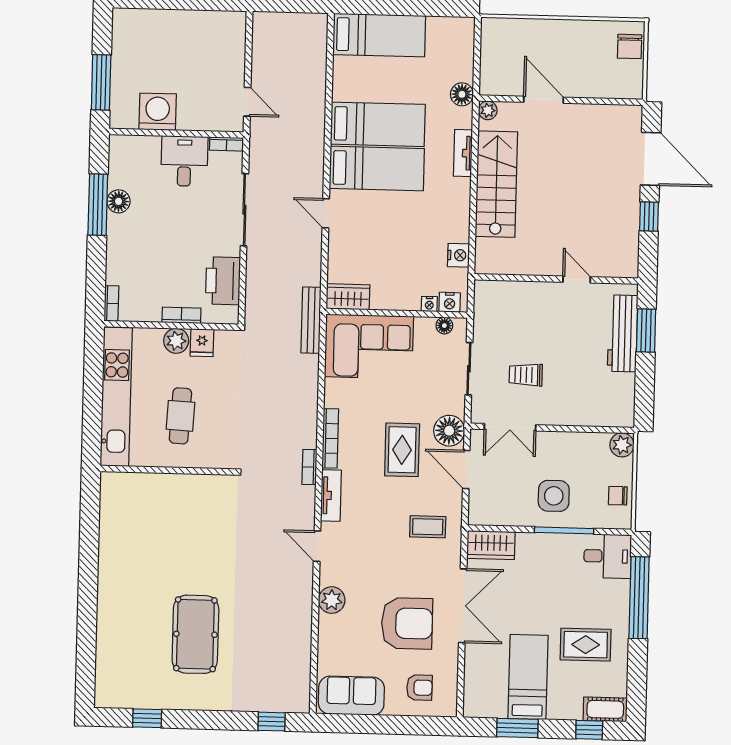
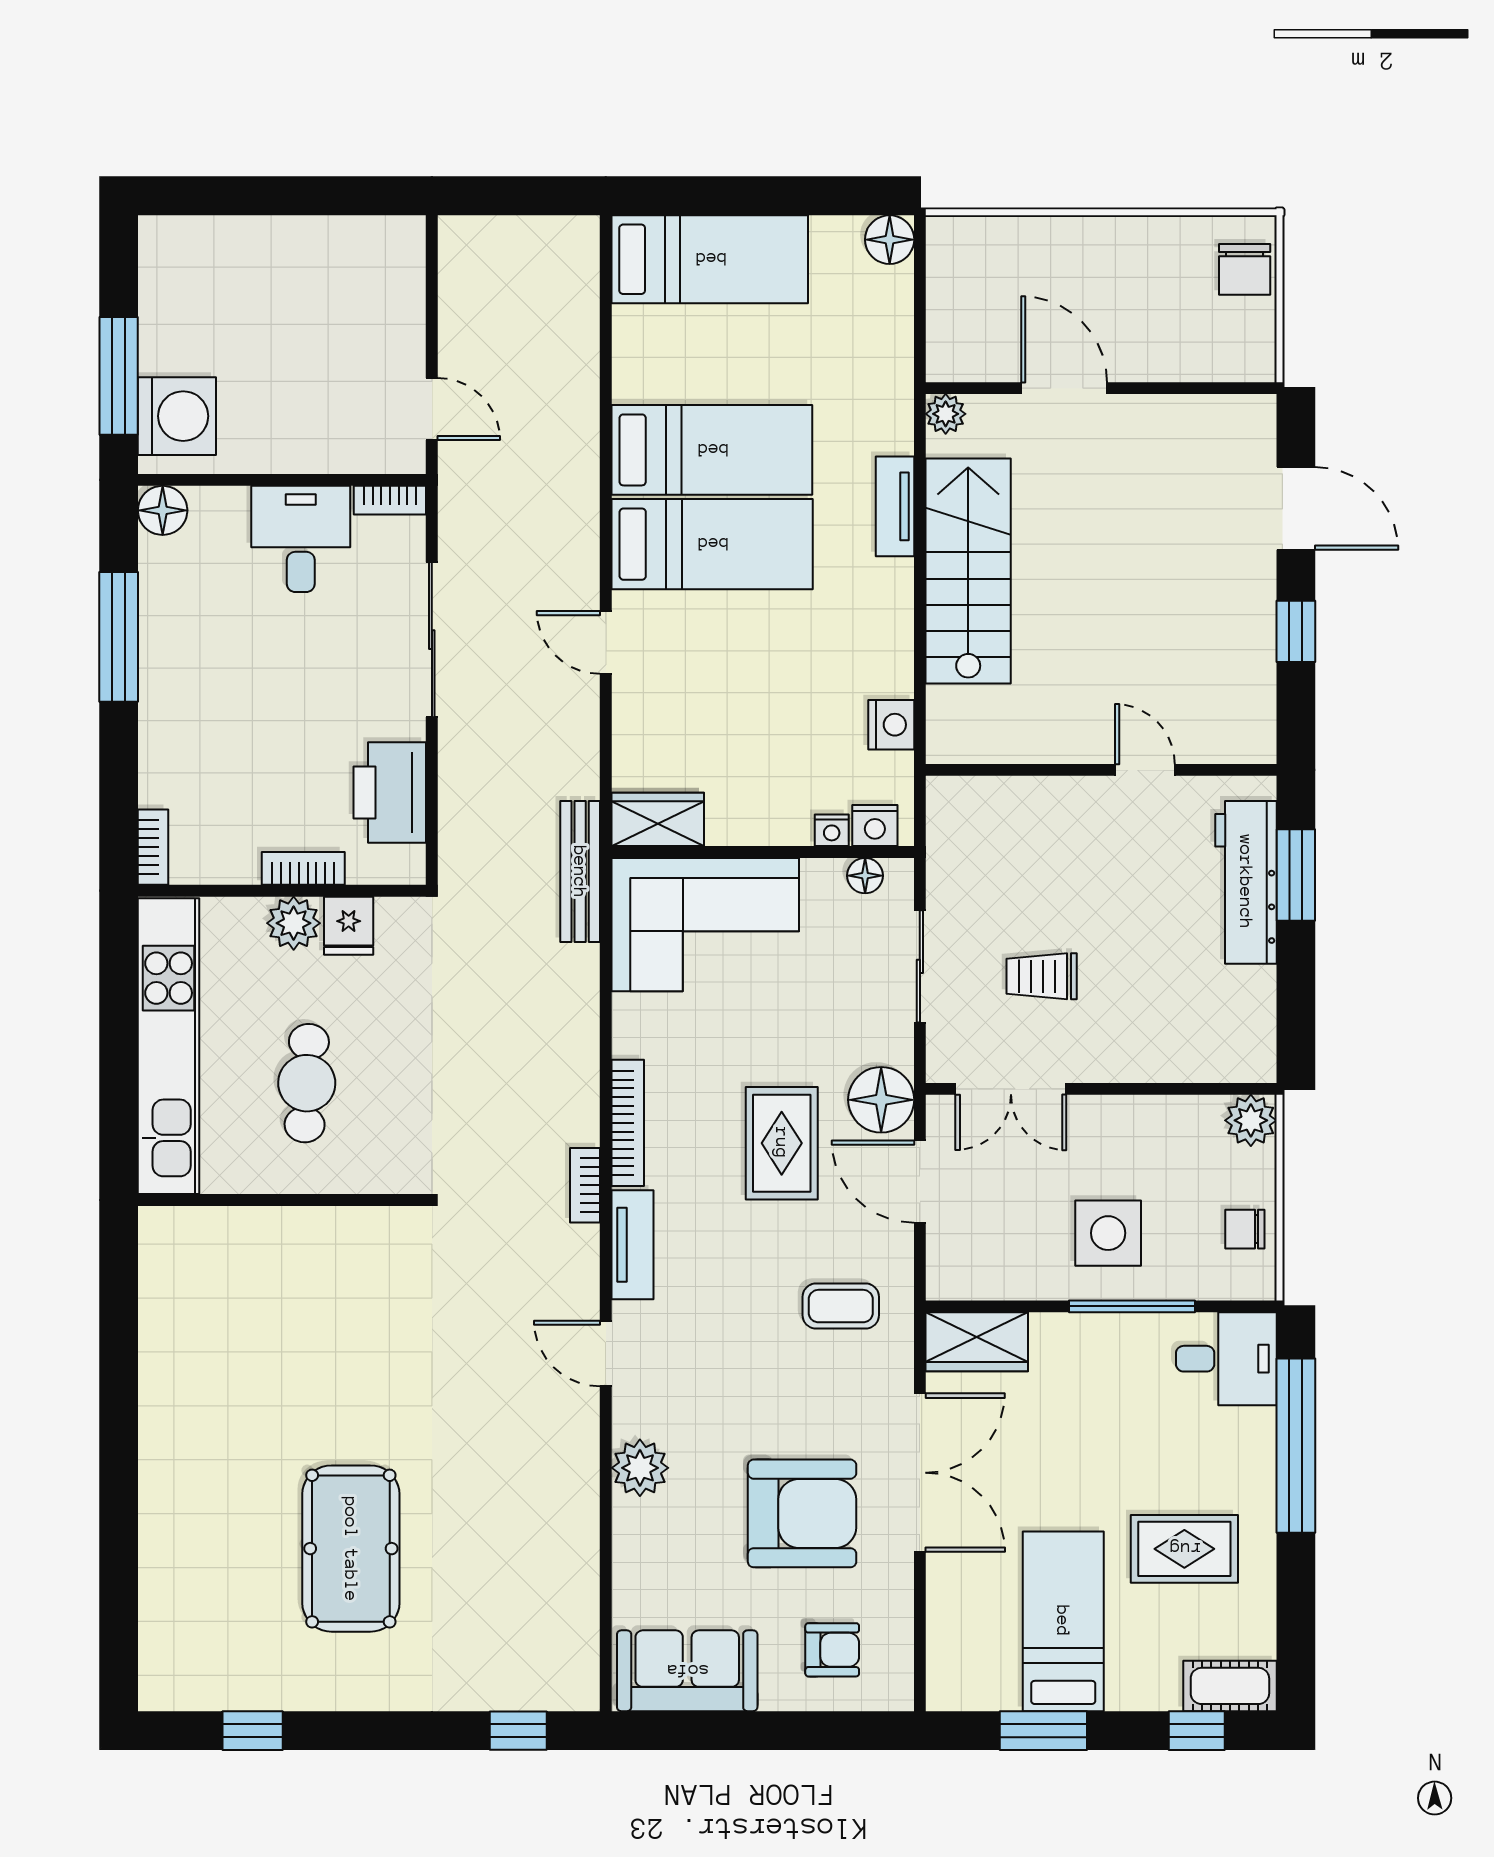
floor lamp: (462, 94) -> (890, 240), moved
washing machine: (158, 112) -> (177, 416), moved, turned 90
door: (651, 159) -> (1296, 508), width x0.73
floor lamp: (119, 201) -> (163, 510), moved

